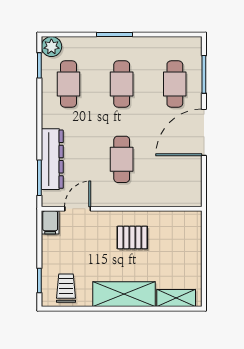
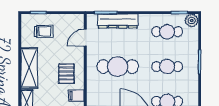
cafe table: (122, 159) -> (118, 67), width x1.37, depth x1.35
door: (78, 209) -> (85, 38), swing flipped
filing cabinet: (50, 222) -> (76, 96), moved
trolley: (66, 288) -> (44, 31), moved

